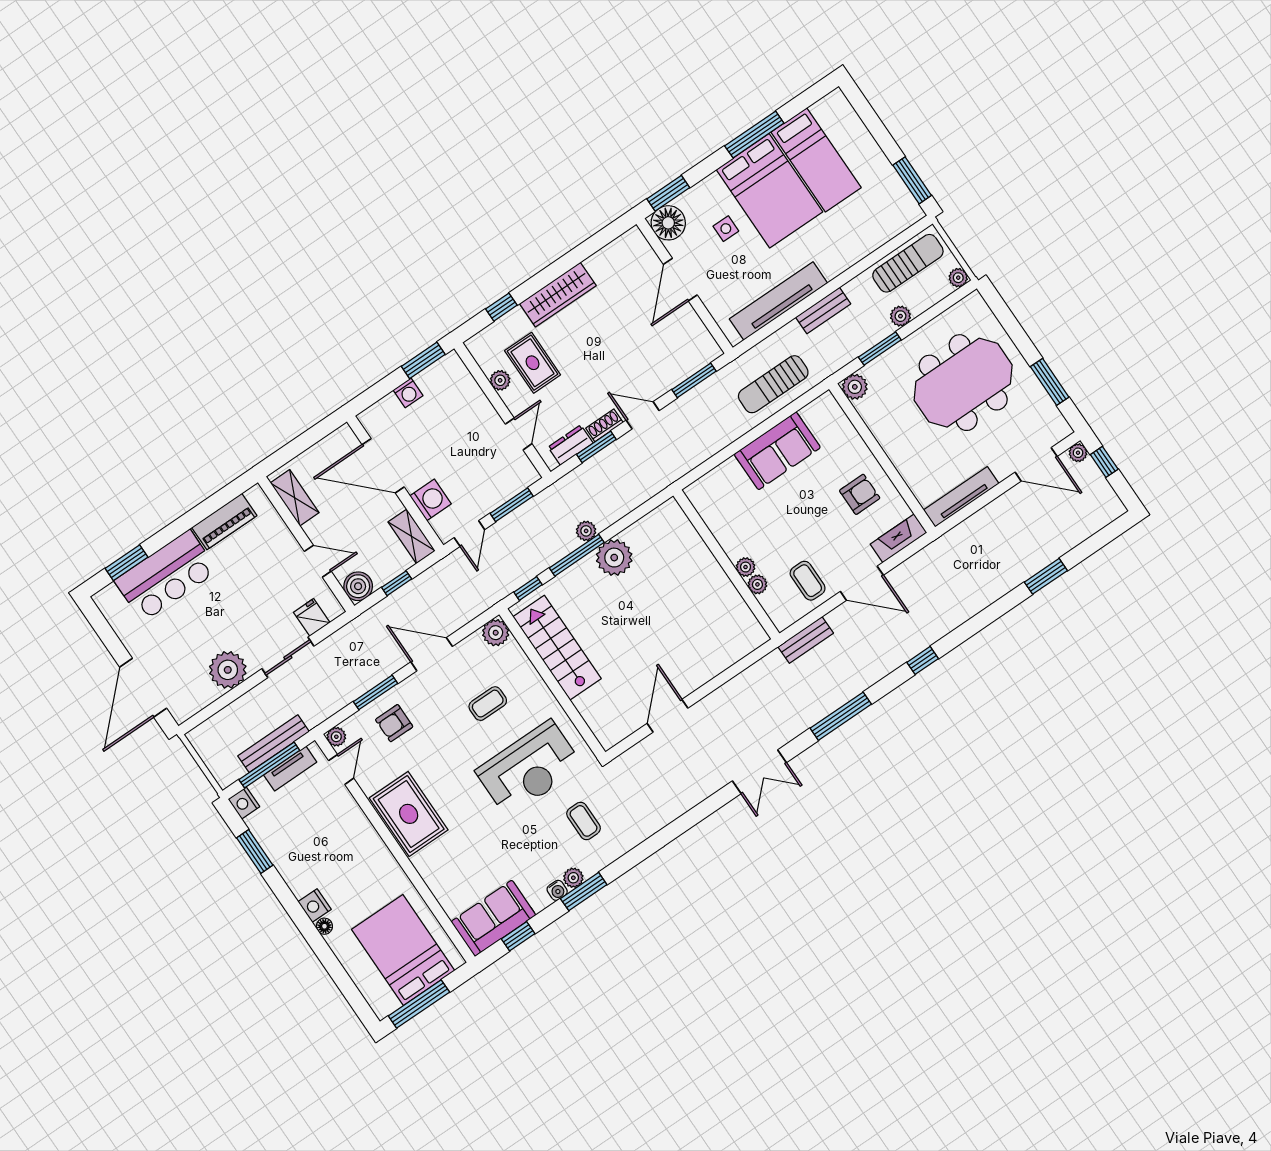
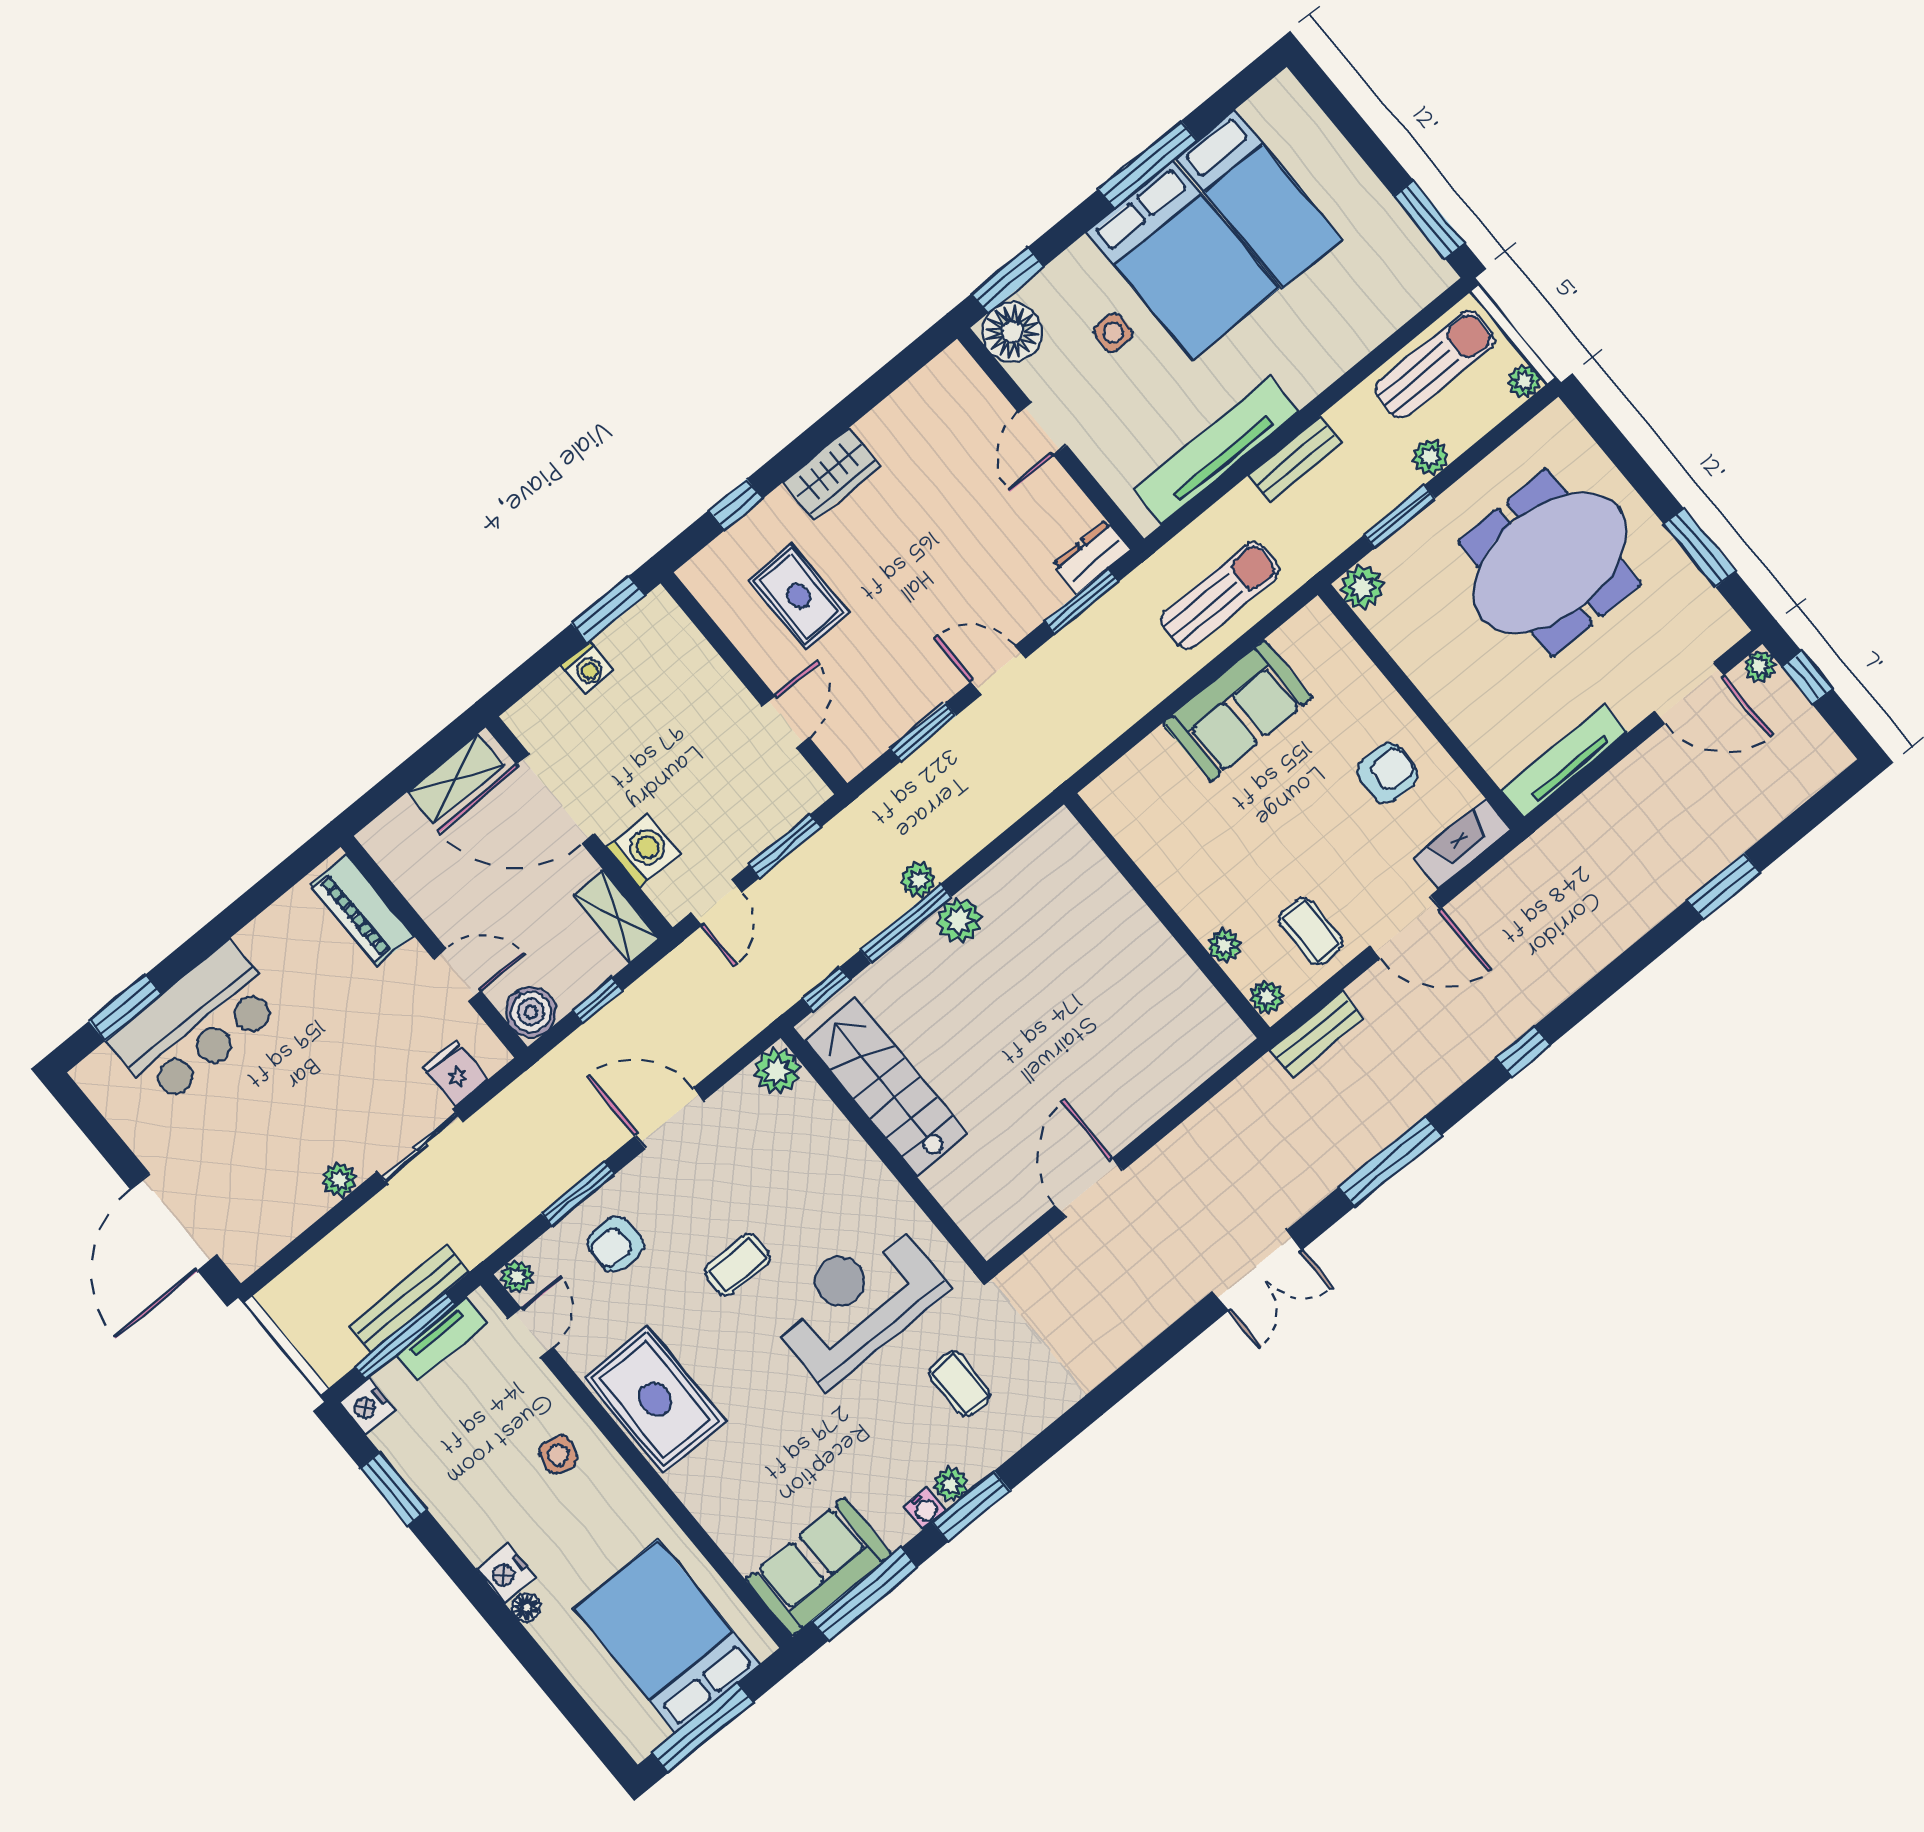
door: (680, 280) -> (1042, 429), width x0.73
wardrobe: (558, 295) -> (832, 474), width x0.67
plant: (500, 380) -> (745, 632), removed
sun lounger: (773, 384) -> (1220, 595), turned 180
shoe rack: (604, 425) -> (933, 694), removed
dresser: (571, 445) -> (1092, 557), moved
shelving: (295, 498) -> (456, 778), moved, turned 90
piano: (224, 521) -> (362, 910), moved, turned 90
plant: (614, 558) -> (959, 920), width x0.73, depth x0.73
plant: (746, 567) -> (1267, 997), moved
plant: (228, 670) -> (339, 1180), width x0.53, depth x0.53
coffee table: (488, 704) -> (737, 1265), moved
reception desk: (529, 769) -> (857, 1301), turned 180
side table: (350, 841) -> (558, 1455), added
window: (518, 936) -> (864, 1594), width x2.17

